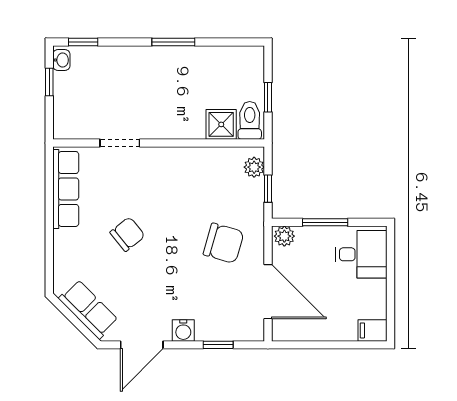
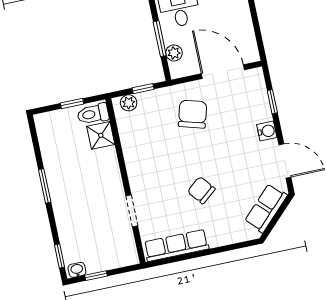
plant: (284, 236) -> (174, 53), moved
door: (268, 292) -> (223, 72), hinge flipped

